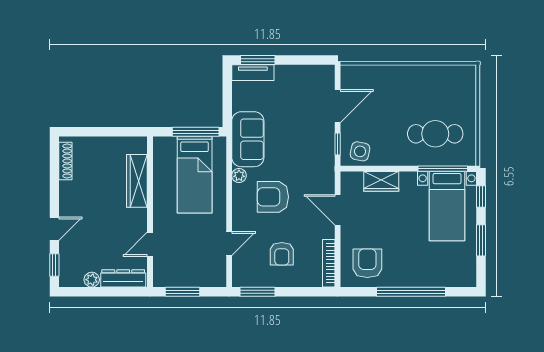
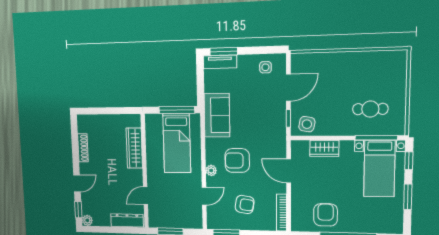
side table: (310, 81) -> (265, 67), added
cafe table: (435, 134) -> (370, 109), width x0.73, depth x0.74
shoe rack: (65, 161) -> (83, 148), moved
plant: (239, 175) -> (211, 170), moved
armchair: (282, 254) -> (245, 204), turned -81
armchair: (367, 263) -> (326, 215), moved
plant: (92, 280) -> (87, 220), moved

